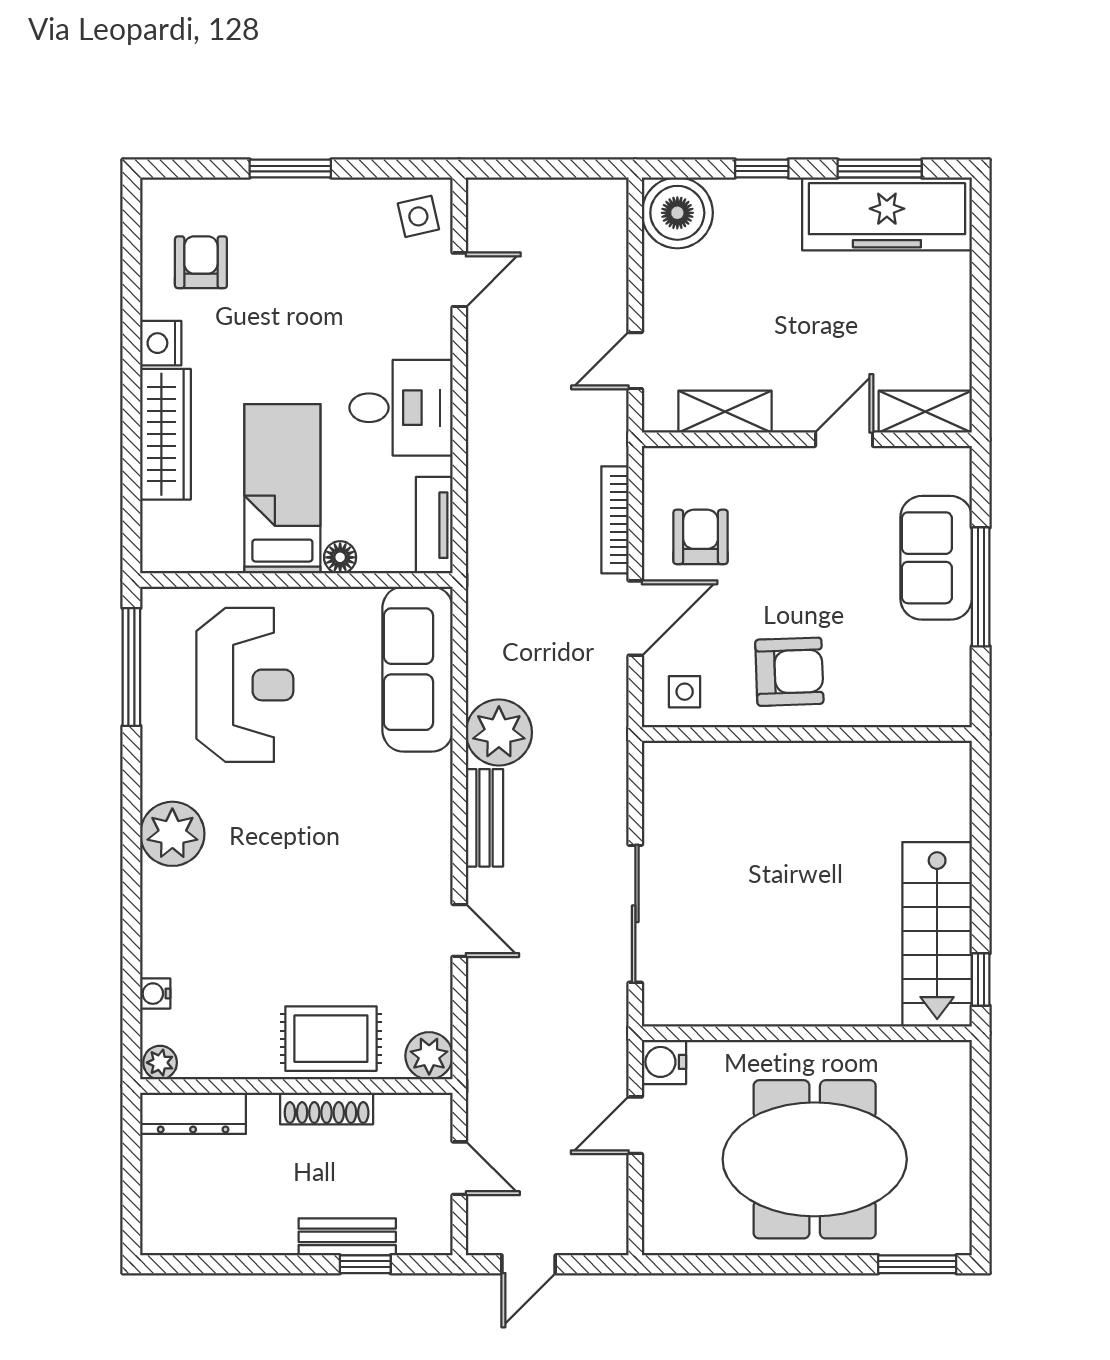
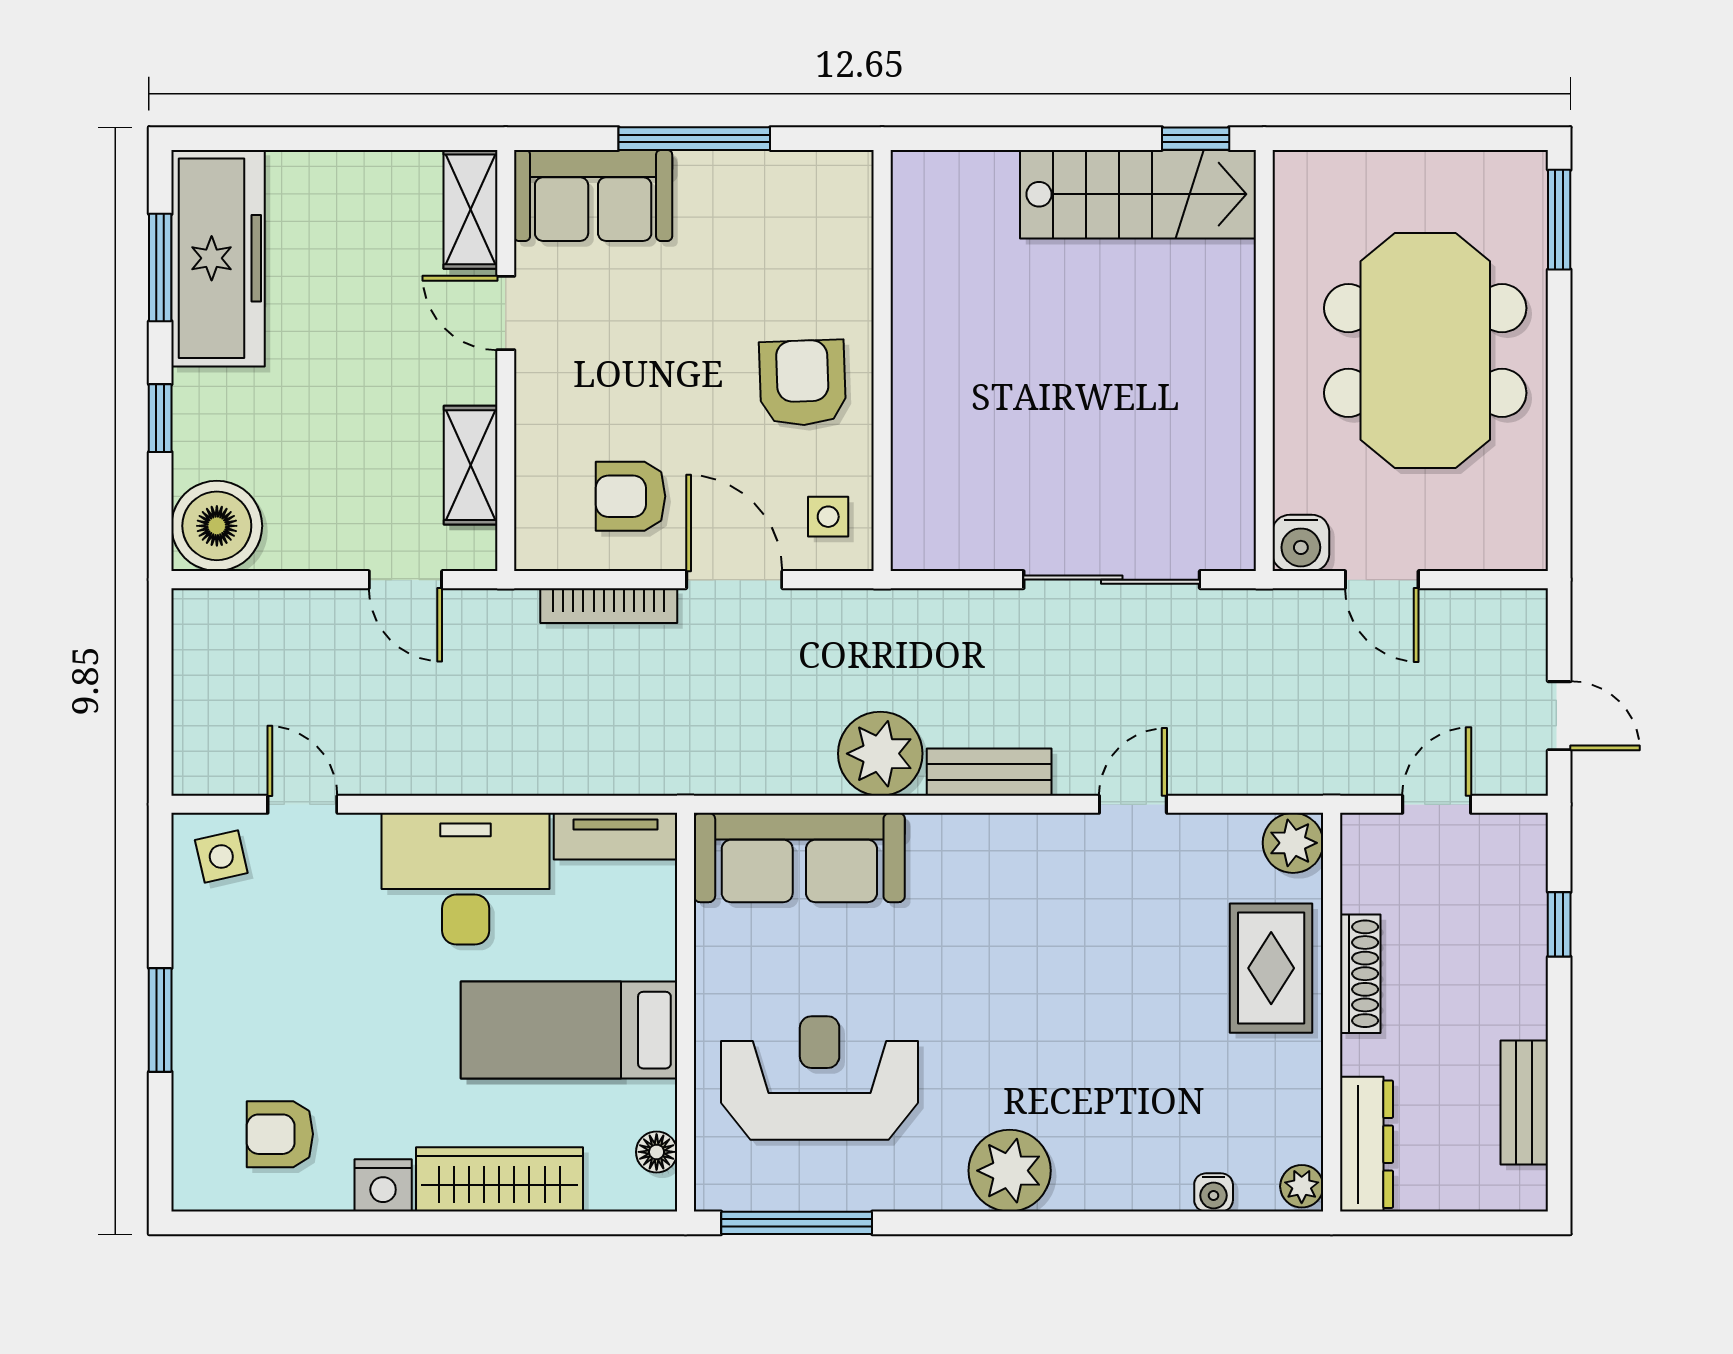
desk: (401, 408) -> (466, 879), width x1.37
floor lamp: (340, 557) -> (657, 1152), moved
sofa: (936, 558) -> (593, 195), moved
bench: (347, 1237) -> (1524, 1102), moved

